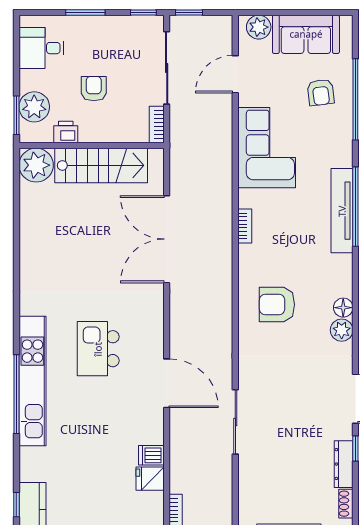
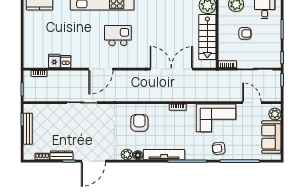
armchair: (321, 92) -> (219, 148), moved
printer: (66, 132) -> (224, 20), removed
tv unit: (342, 211) -> (164, 155), moved

